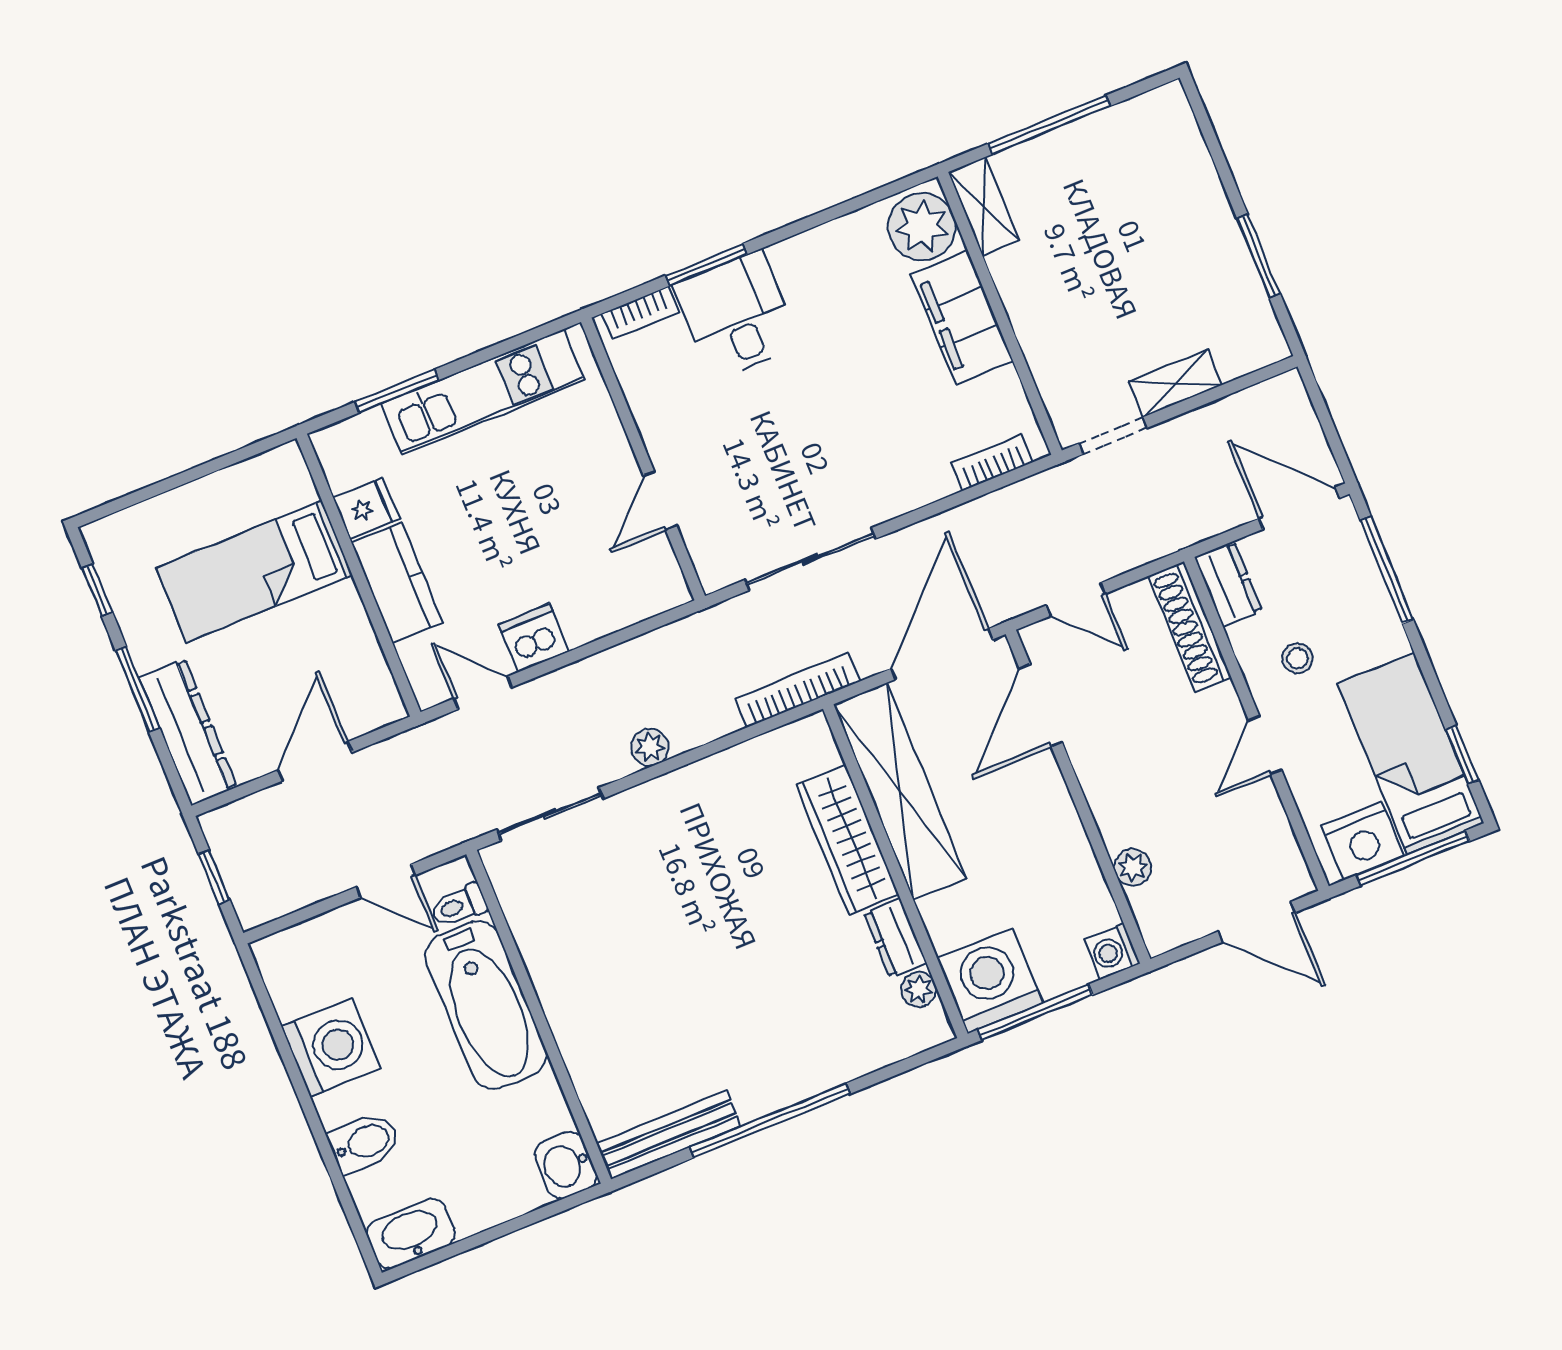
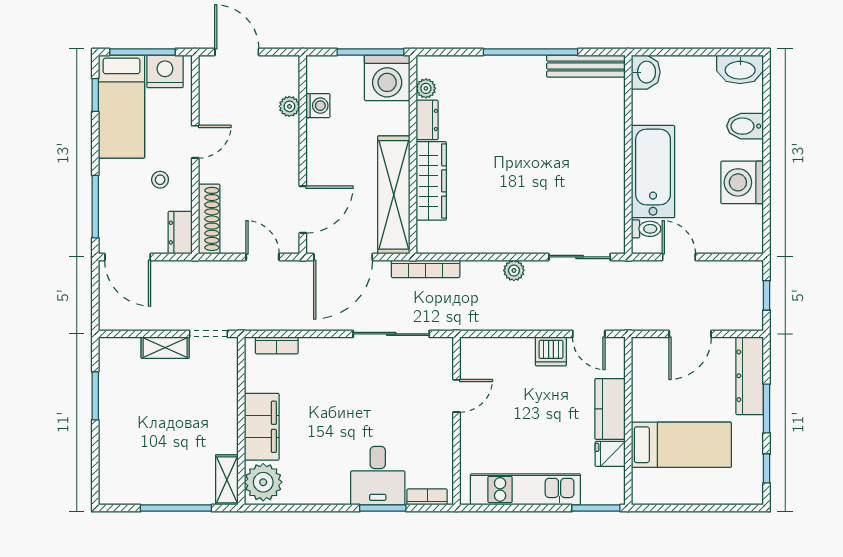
window: (397, 391) -> (596, 508), moved
washing machine: (1112, 952) -> (318, 106), moved

